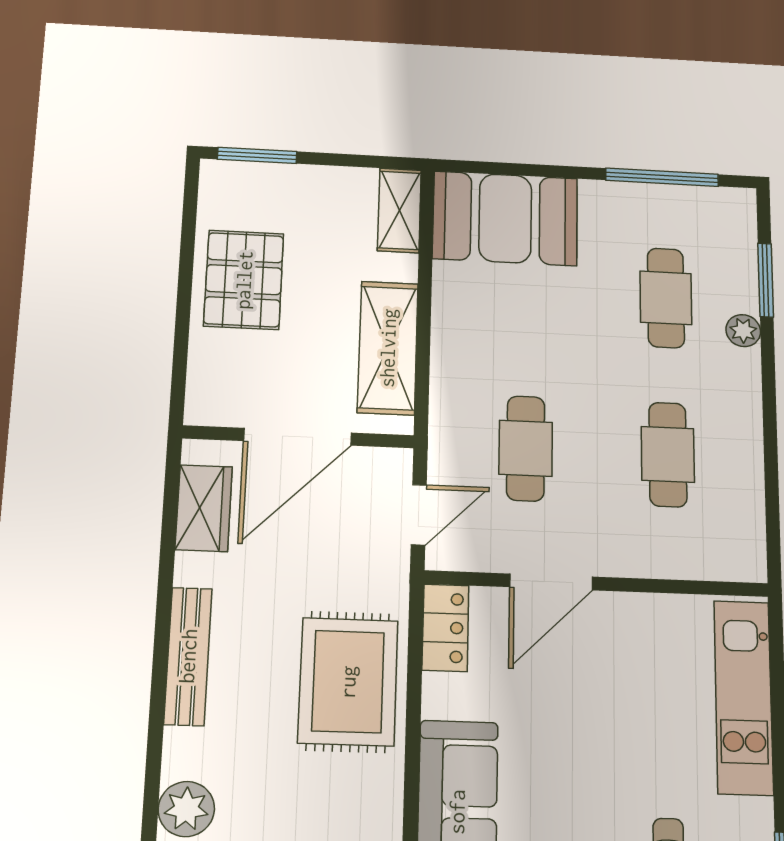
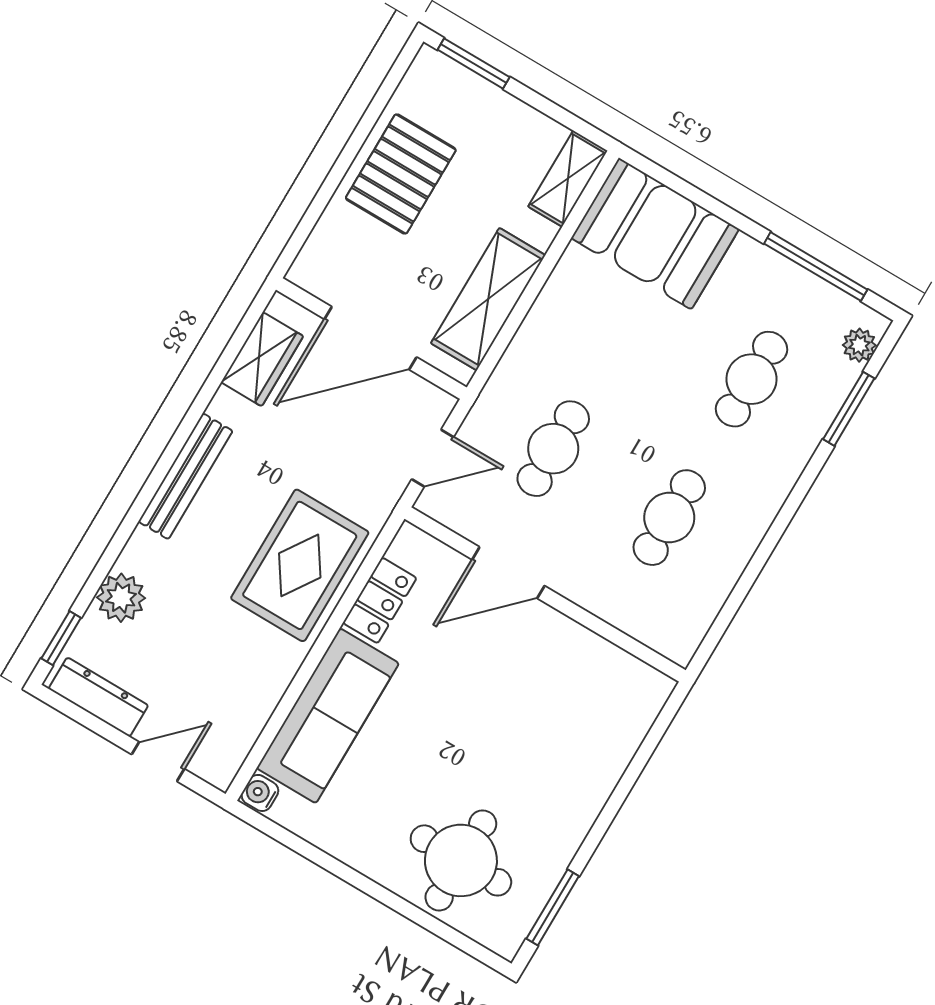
plant: (743, 331) -> (859, 345), moved
locker: (445, 628) -> (380, 600), moved
kitchen unit: (743, 697) -> (608, 751), removed

